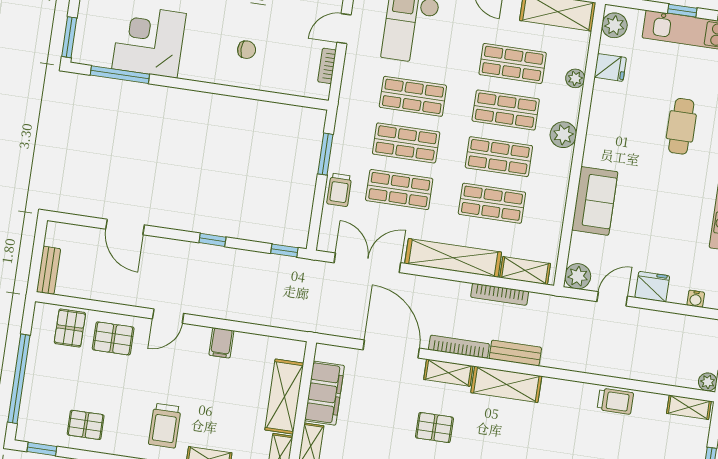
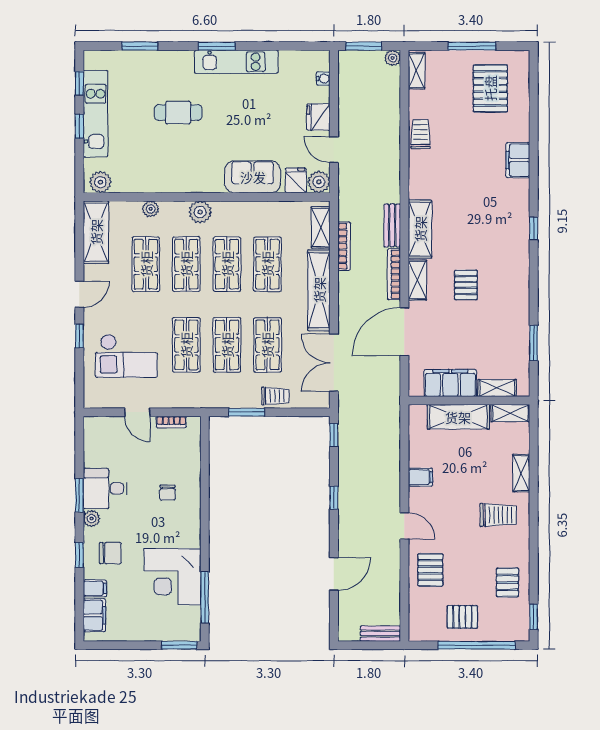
chair: (247, 50) -> (167, 493), turned 180
fridge: (610, 67) -> (296, 180), moved
pallet: (70, 328) -> (462, 617), moved

